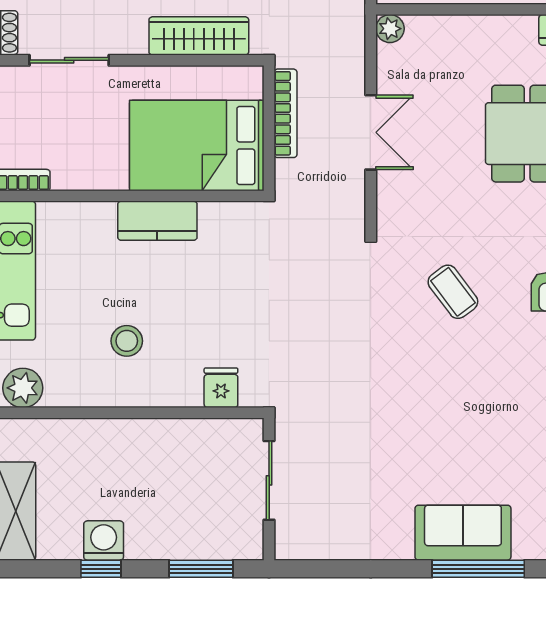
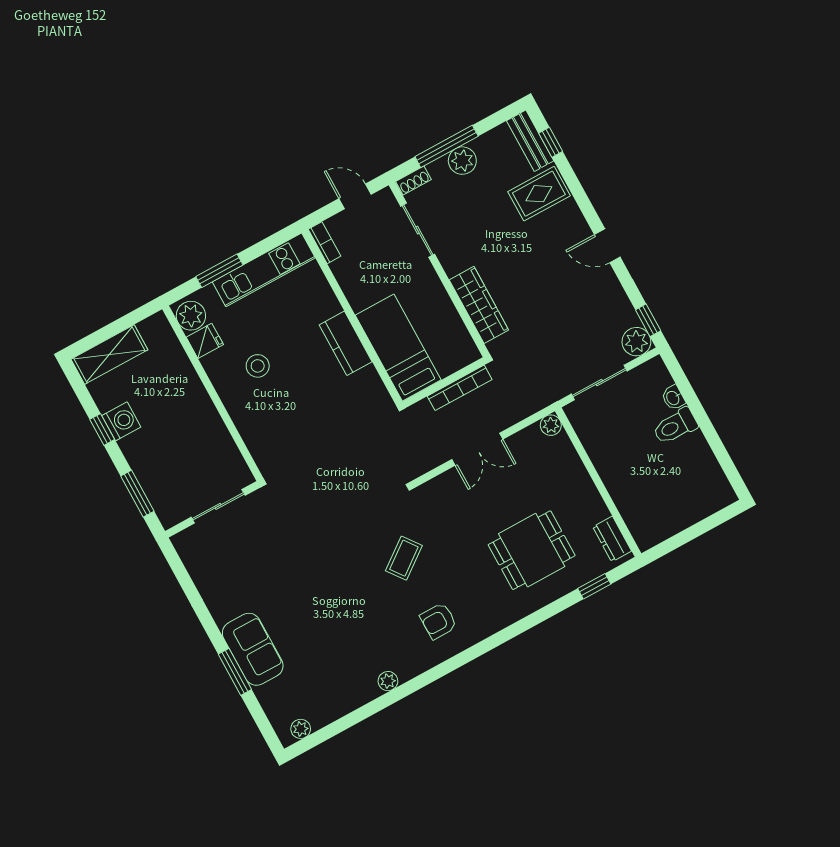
bed: (197, 145) -> (398, 347), width x0.67
fridge: (221, 388) -> (205, 341), moved
window: (478, 569) -> (235, 672), width x0.69

